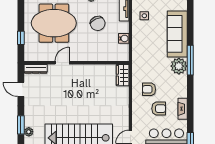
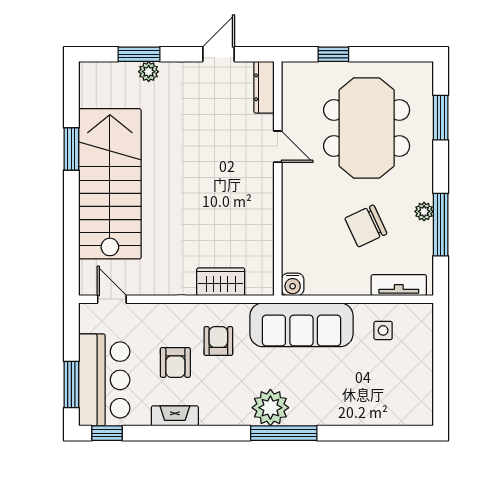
sofa: (177, 34) -> (301, 325), moved, turned 180
water cooler: (124, 38) -> (293, 284), moved
wardrobe: (123, 75) -> (221, 282), moved
plant: (29, 132) -> (149, 72), moved

